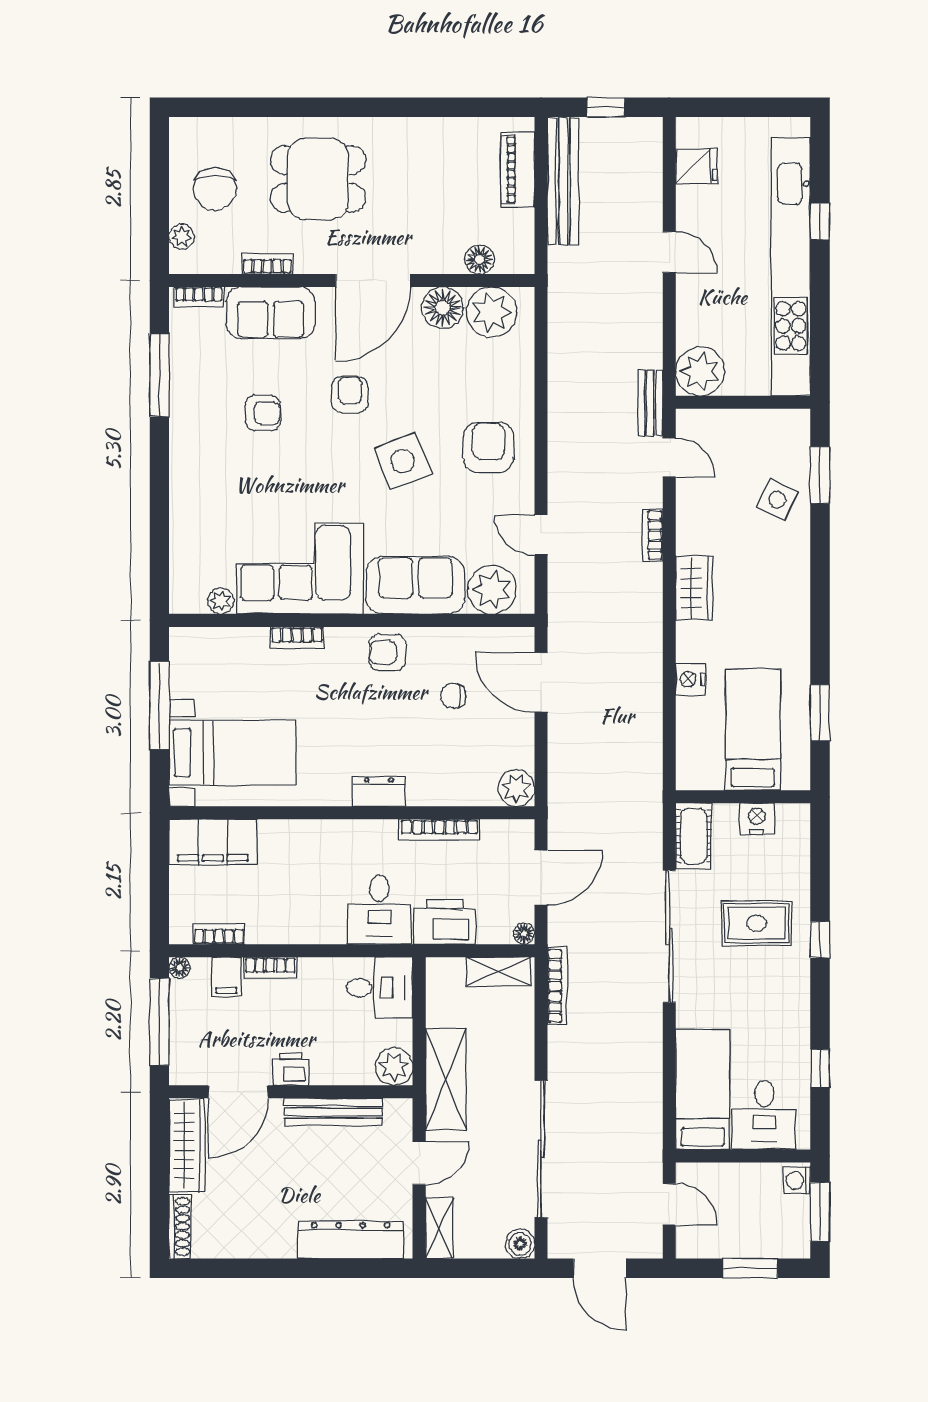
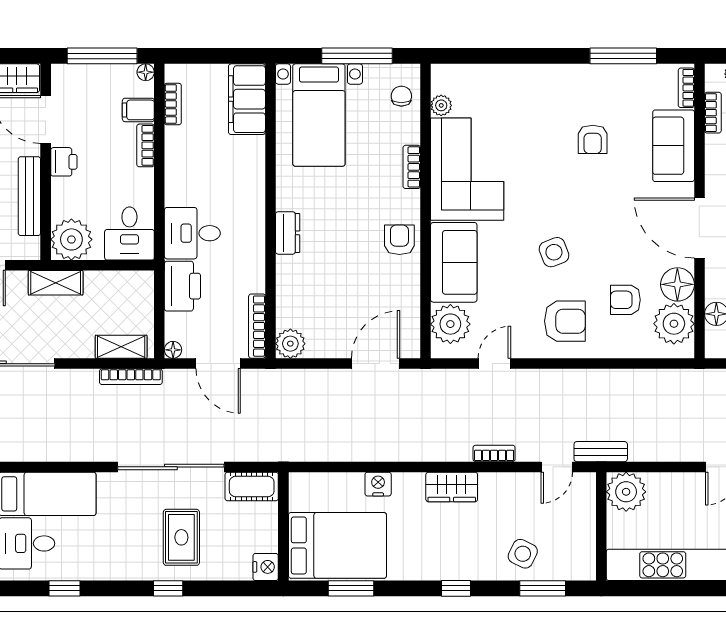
bookcase: (267, 264) -> (713, 113), moved
armchair: (350, 395) -> (625, 300), moved, turned 180
side table: (403, 461) -> (554, 252), width x0.73, depth x0.73
window: (820, 582) -> (456, 588), added
chair: (453, 696) -> (401, 96), moved
bed: (753, 730) -> (337, 545), width x1.50
nightstand: (757, 819) -> (266, 567), moved
bookcase: (439, 829) -> (257, 326), moved
shelving: (498, 972) -> (121, 347), moved, turned 90
plant: (394, 1067) -> (71, 239), width x1.36, depth x1.36
shelving: (446, 1079) -> (56, 283), width x0.67, depth x0.75

